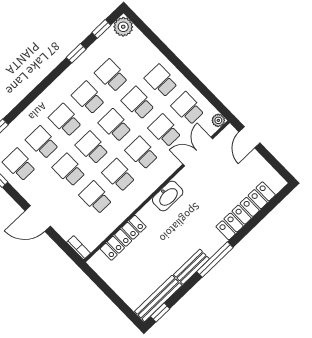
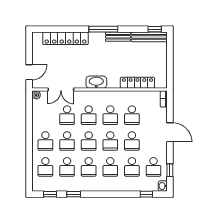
plant: (123, 27) -> (38, 185), removed
school desk: (188, 108) -> (45, 167), moved

